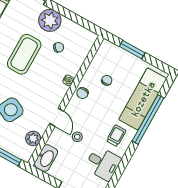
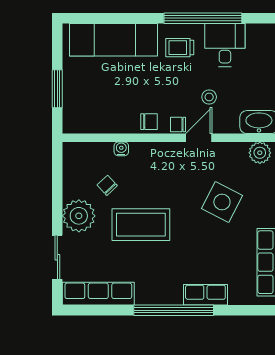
water cooler: (68, 80) -> (121, 149), moved
chair: (107, 80) -> (178, 125), moved
window: (148, 120) -> (203, 18), moved
plant: (33, 138) -> (260, 153), moved

